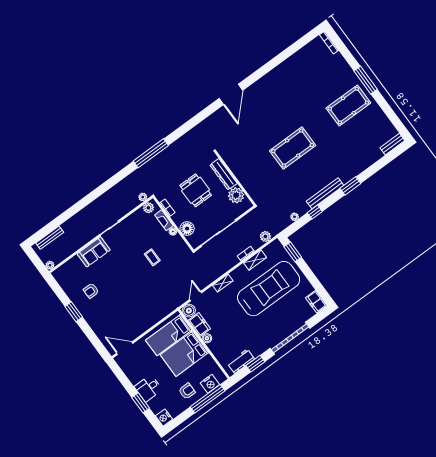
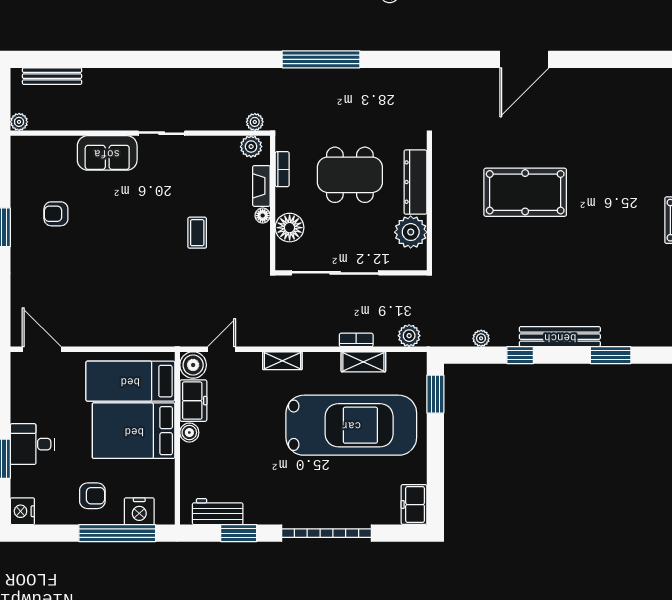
pool table: (293, 148) -> (525, 192), moved
dining table: (196, 190) -> (350, 175), width x1.38

